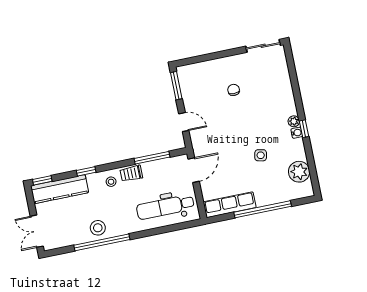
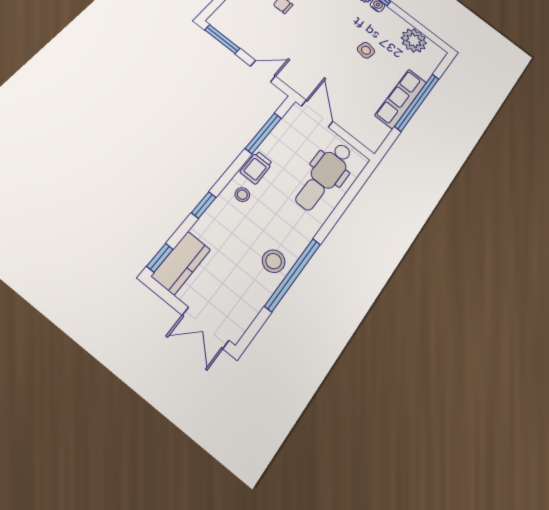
kitchen counter: (60, 189) -> (181, 263), width x0.67
row of seats: (230, 205) -> (401, 99), moved

